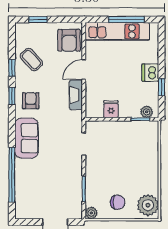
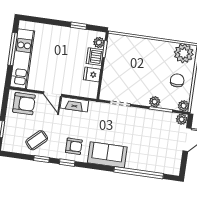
dishwasher: (150, 73) -> (95, 57), moved, turned 90
armchair: (31, 101) -> (74, 146), turned 180
plant: (91, 181) -> (155, 102), added
plant: (76, 213) -> (182, 119), added

